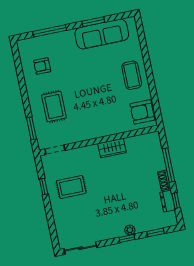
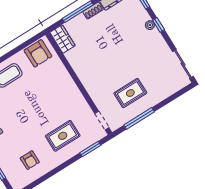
wardrobe: (112, 148) -> (63, 39), moved
window: (44, 187) -> (139, 118), width x2.17
rug: (71, 187) -> (130, 93), turned 90

